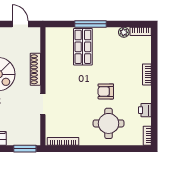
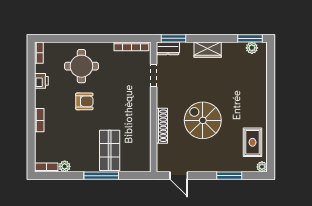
doorway: (43, 104) -> (154, 76), moved
dresser: (30, 140) -> (168, 48), added

